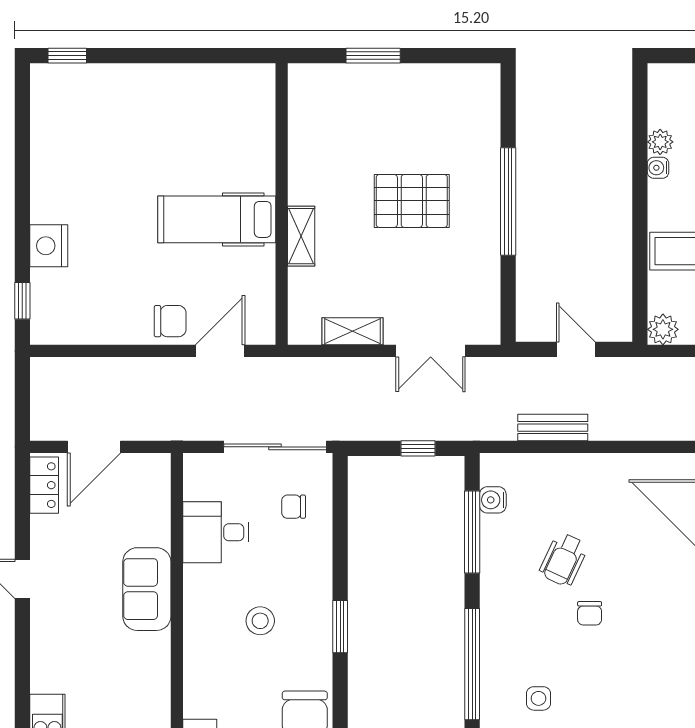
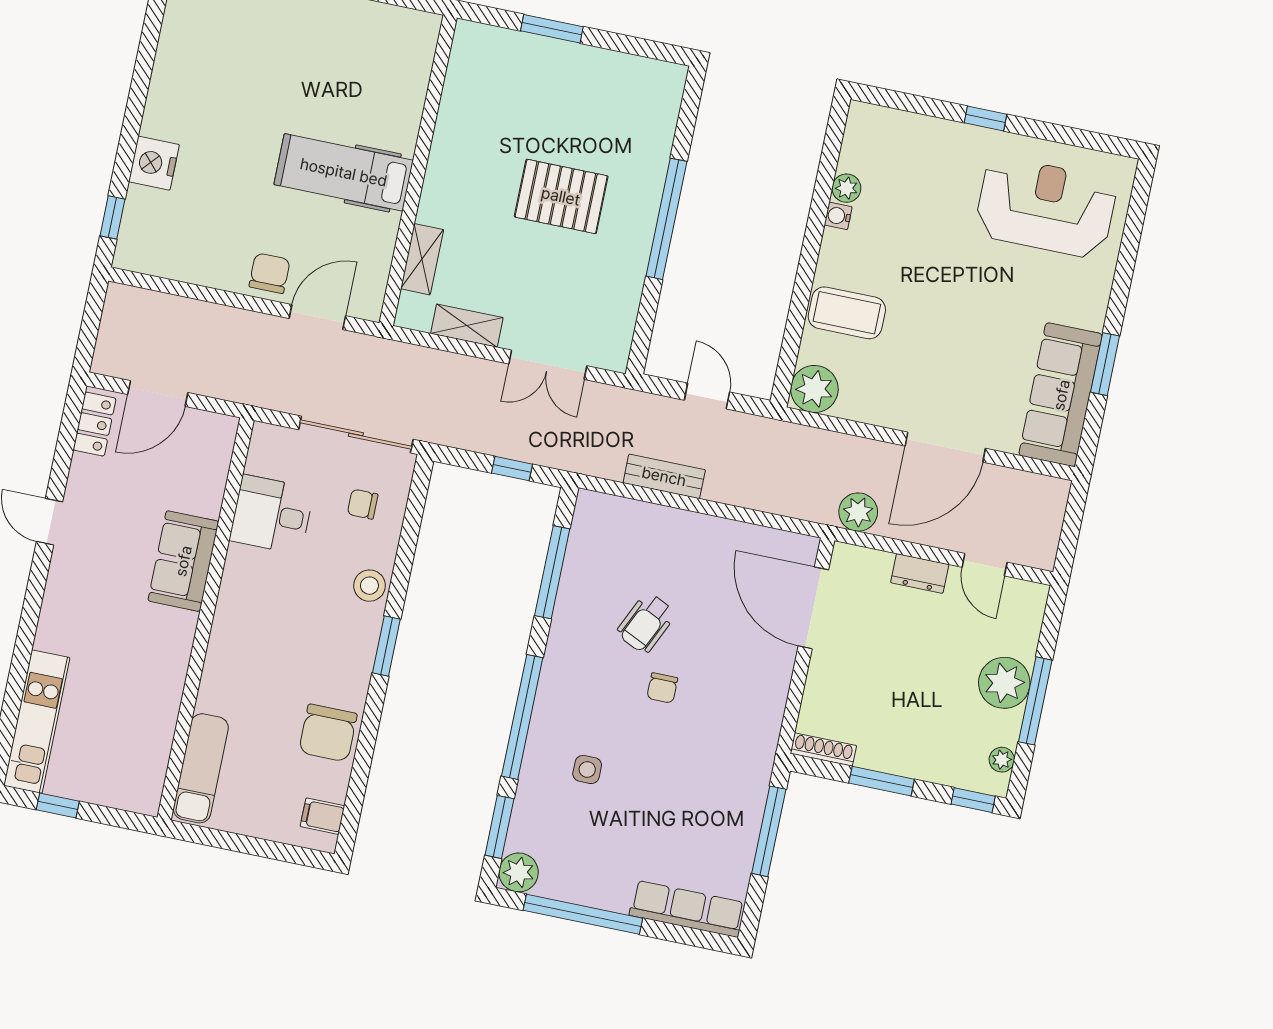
shelving: (301, 236) -> (422, 259), moved
chair: (170, 321) -> (270, 273), turned -90
plant: (663, 329) -> (814, 389), width x1.36, depth x1.36
water cooler: (493, 500) -> (582, 542), removed
stool: (260, 621) -> (369, 586), moved

